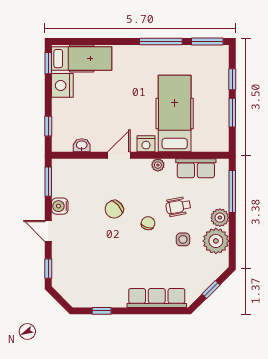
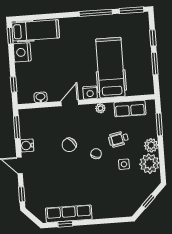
window: (232, 192) -> (159, 124), width x0.69
row of seats: (157, 298) -> (69, 214), moved

